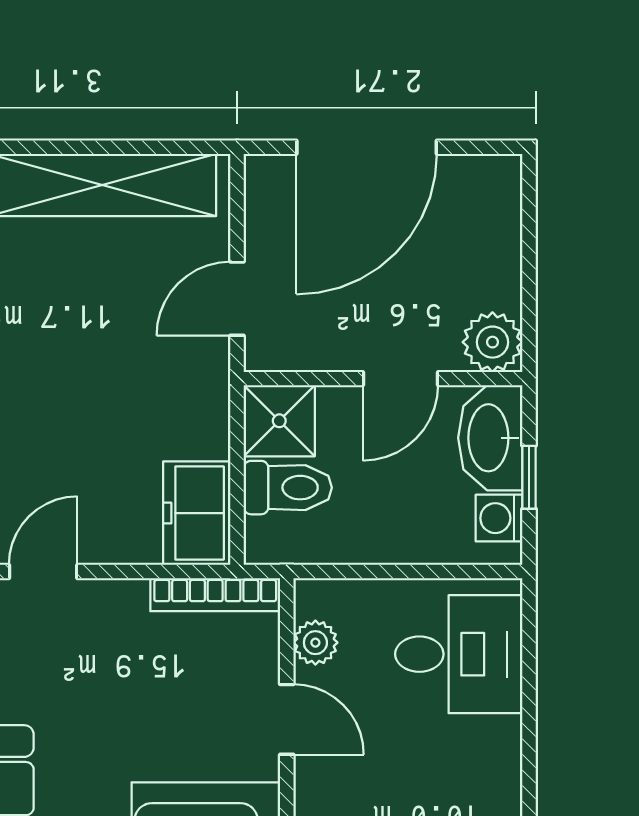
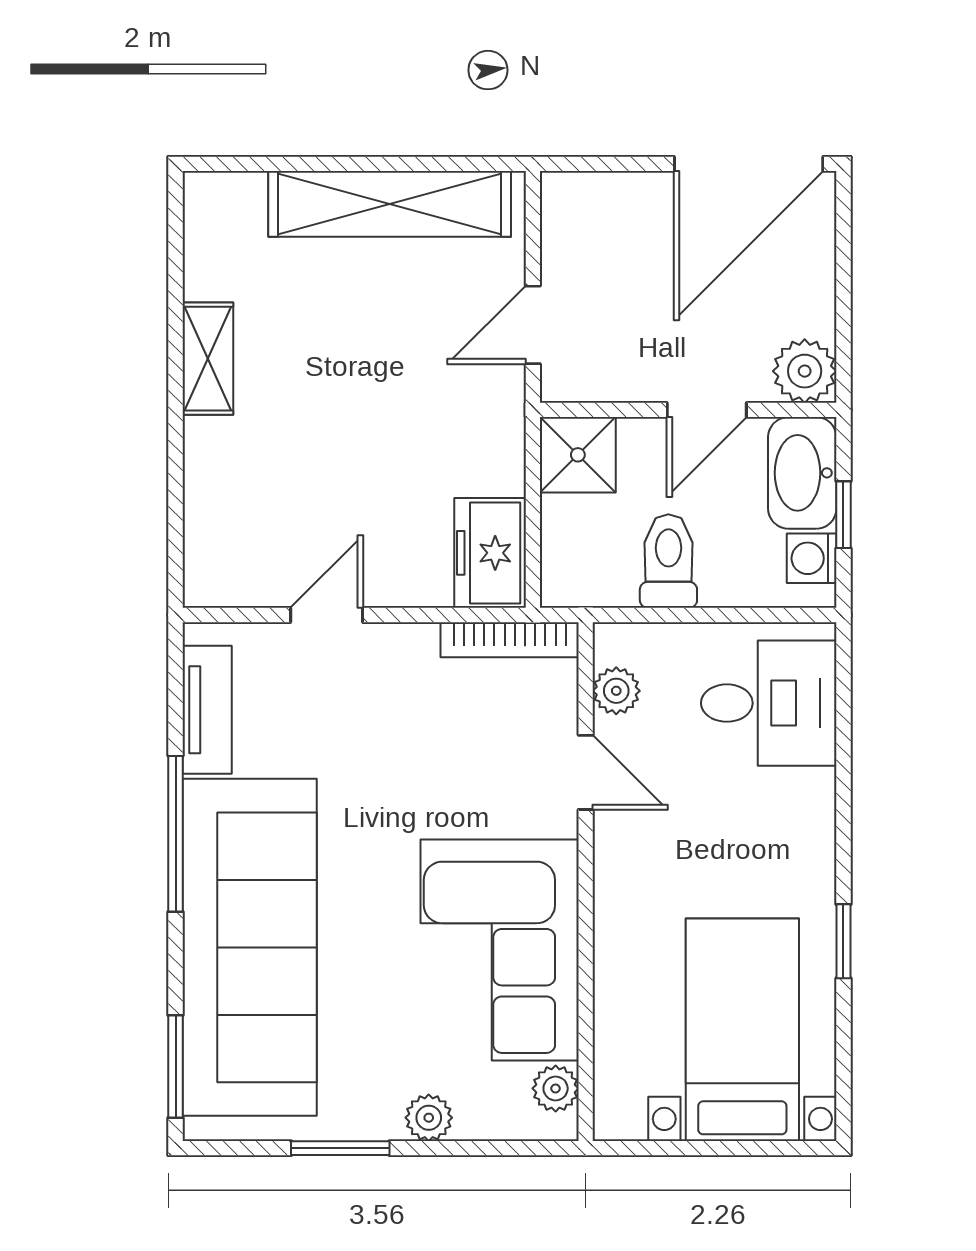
door: (367, 147) -> (749, 164), moved
toilet: (288, 488) -> (668, 561), moved, turned -90

